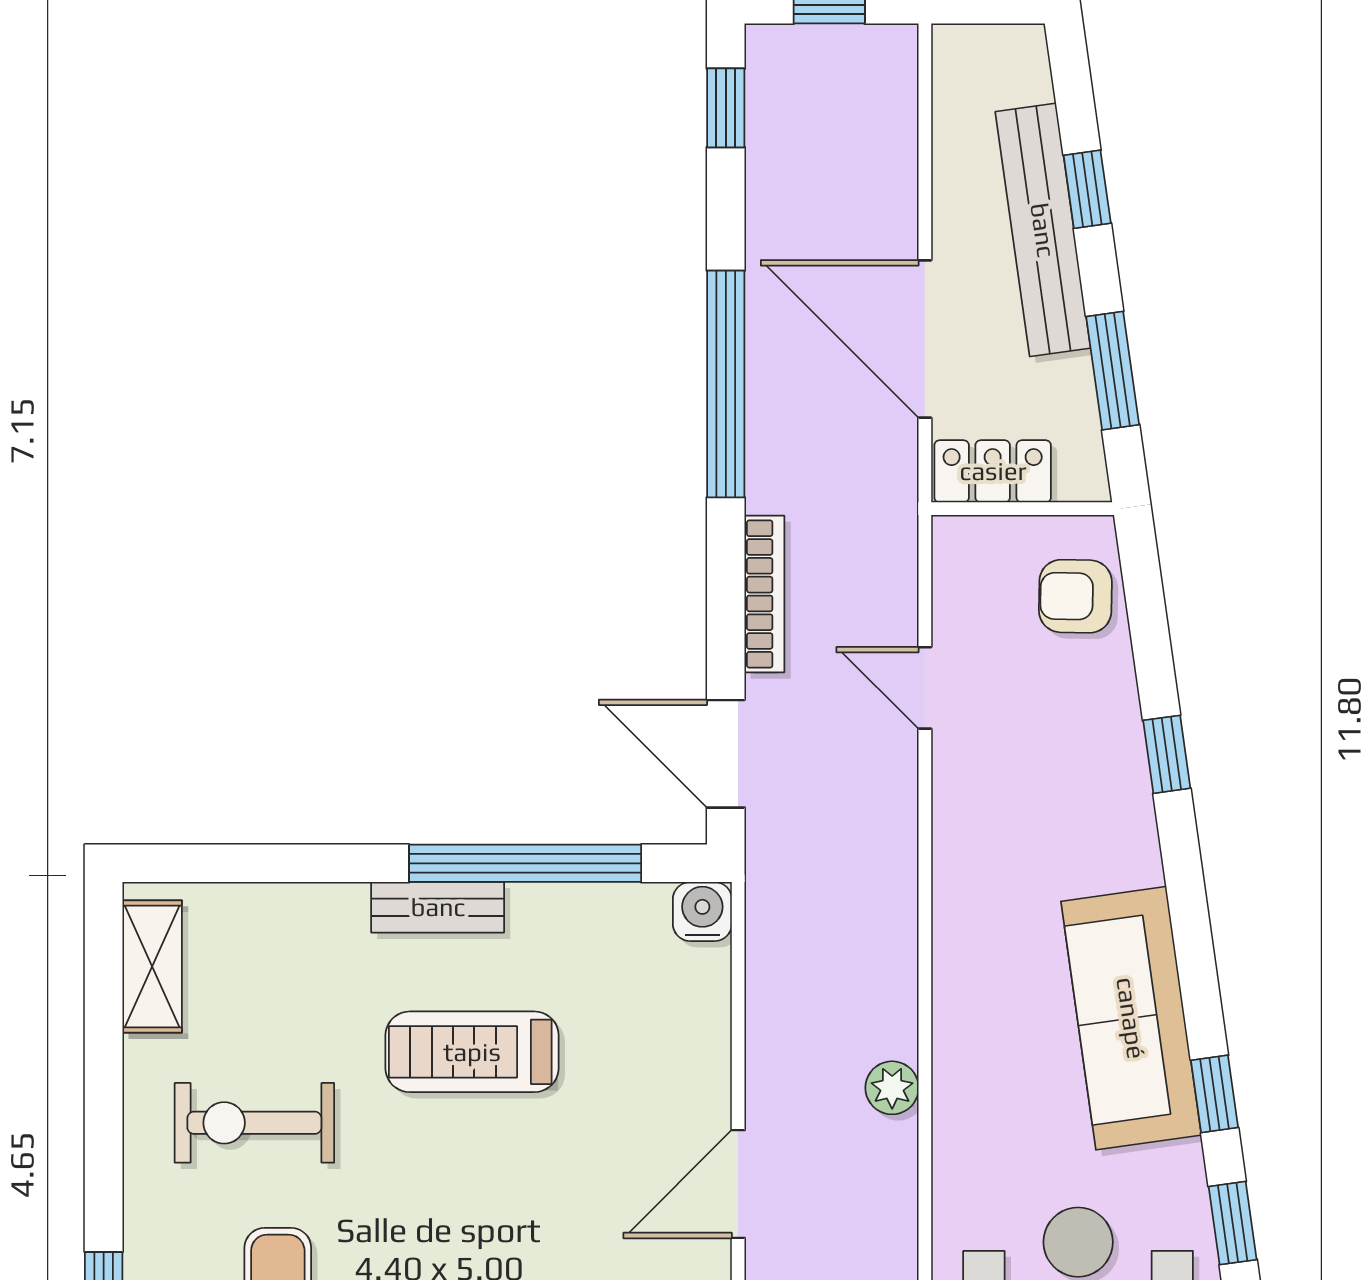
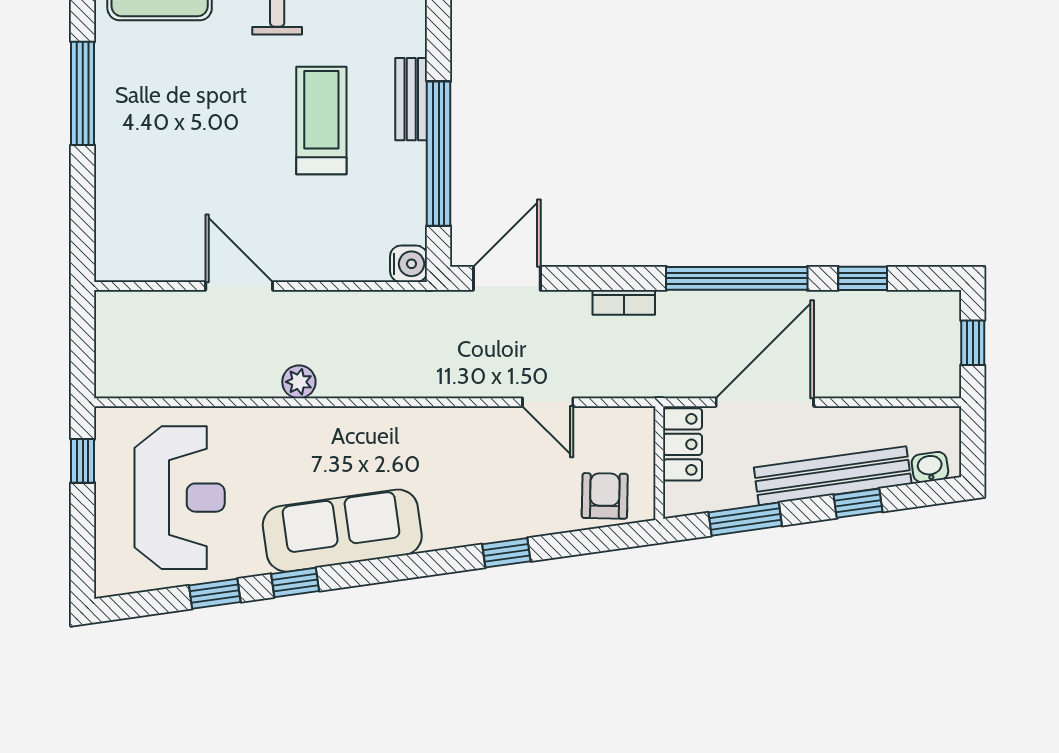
washbasin: (1029, 74) -> (930, 467), added
window: (726, 108) -> (863, 278), moved
bookcase: (764, 594) -> (624, 302), width x0.64
door: (925, 688) -> (548, 402), swing flipped

